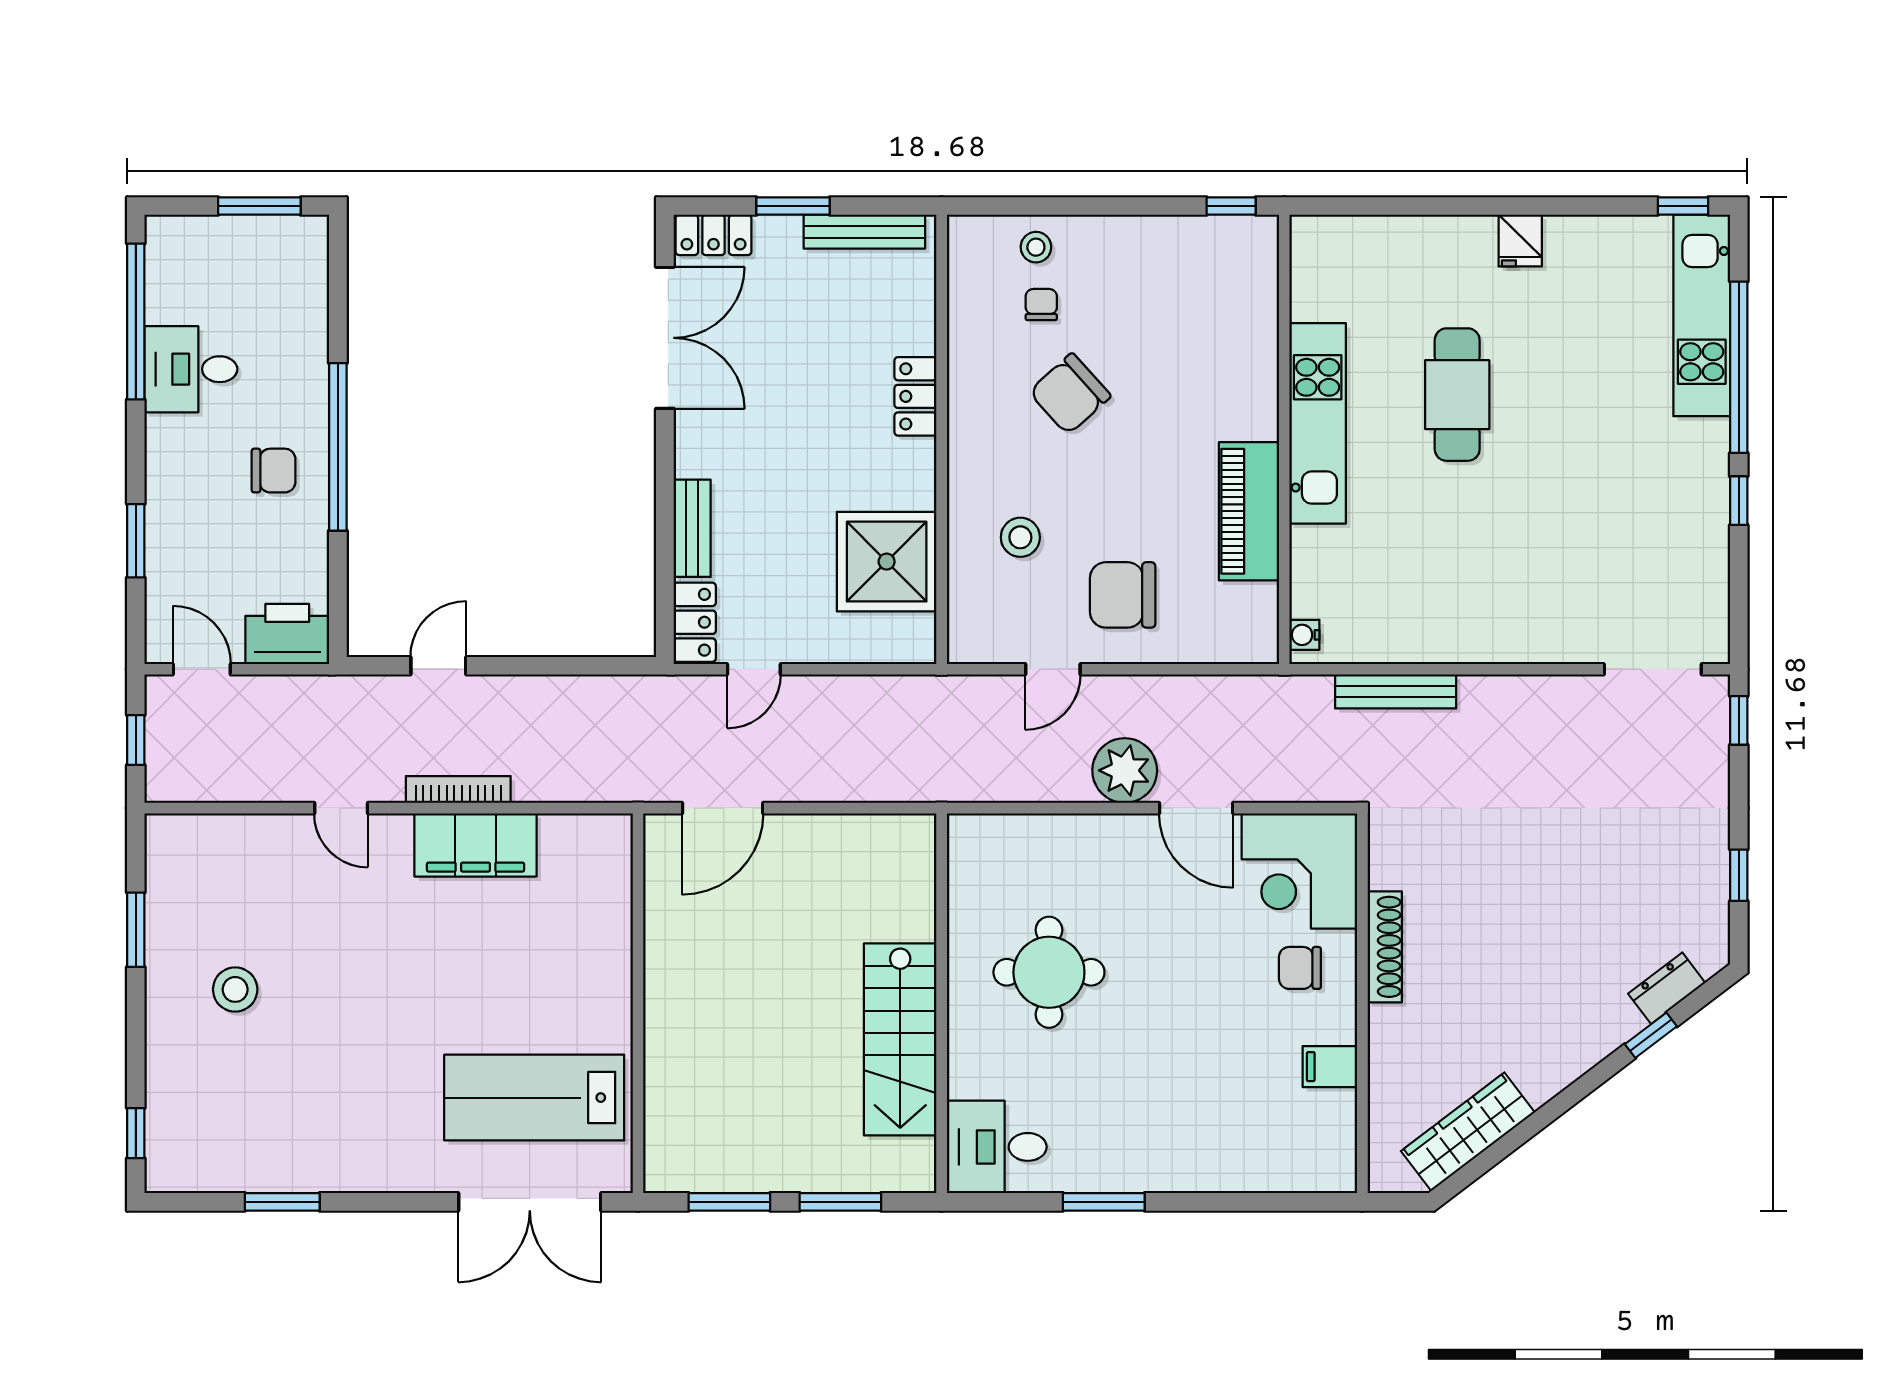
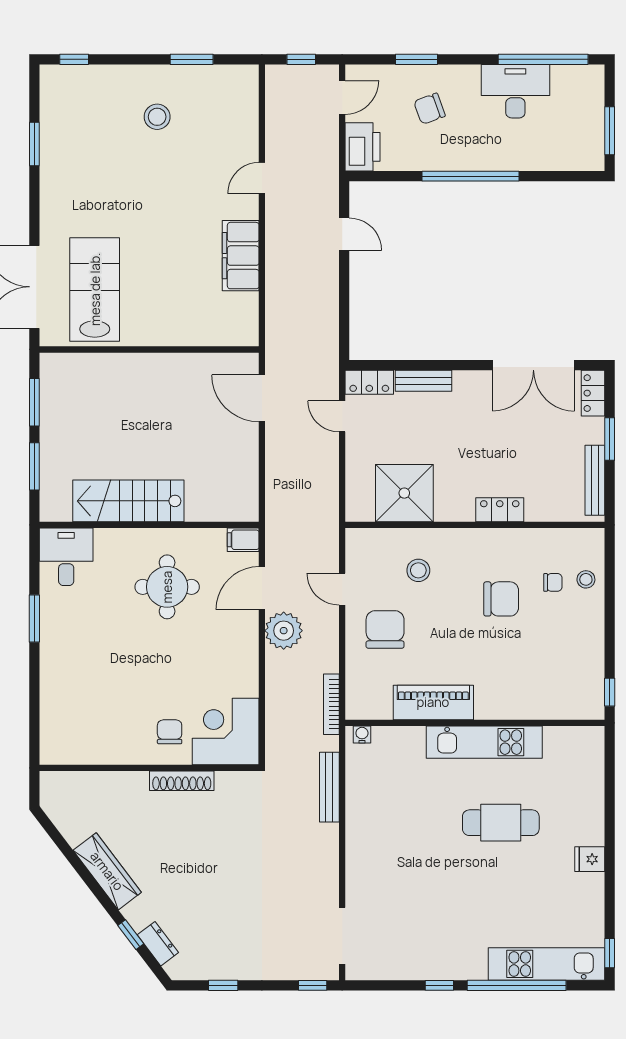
desk: (191, 369) -> (515, 91), width x1.37
chair: (1070, 394) -> (501, 599), turned 132
chair: (274, 471) -> (429, 109), moved, turned 70
bookcase: (458, 789) -> (331, 704), moved, turned 180
door: (1196, 808) -> (262, 588), moved
filing cabinet: (1330, 1067) -> (243, 540), moved, turned -90
wardrobe: (1468, 1132) -> (107, 871), moved

